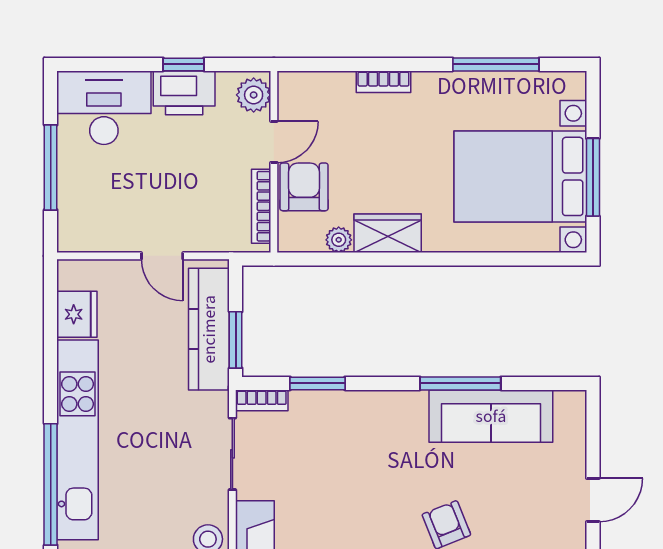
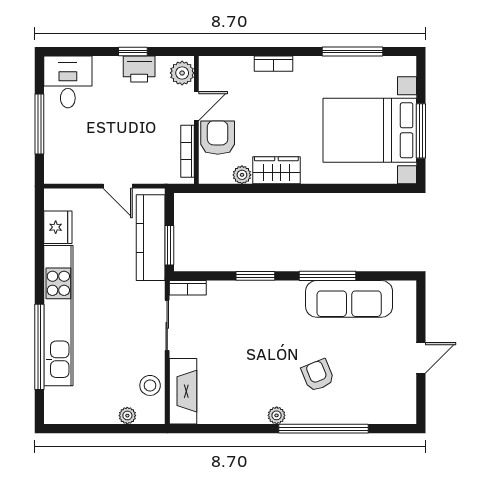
printer: (184, 93) -> (139, 69), width x0.73, depth x0.84
desk: (104, 108) -> (68, 82), width x0.73
window: (317, 383) -> (255, 276), moved

